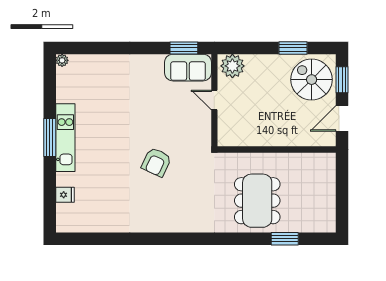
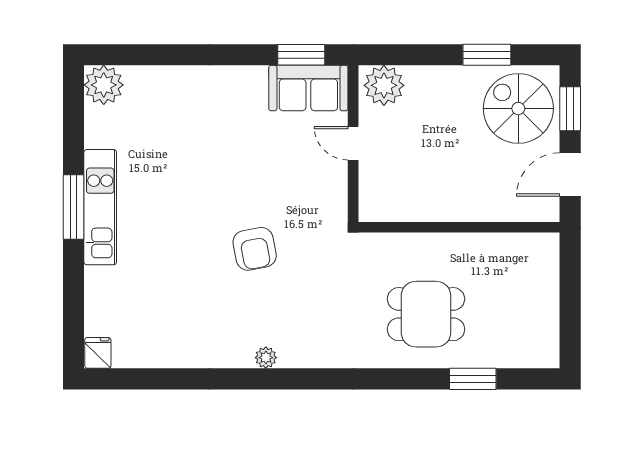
plant: (62, 60) -> (104, 85), width x1.87, depth x1.87
armchair: (156, 162) -> (255, 249), turned -36
fridge: (65, 195) -> (98, 353), moved, turned -90
dining table: (257, 201) -> (426, 314), width x0.73
plant: (163, 226) -> (266, 358), added

